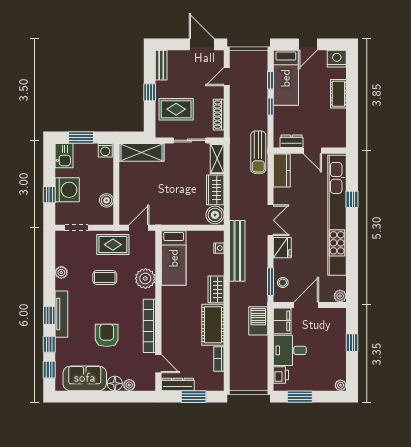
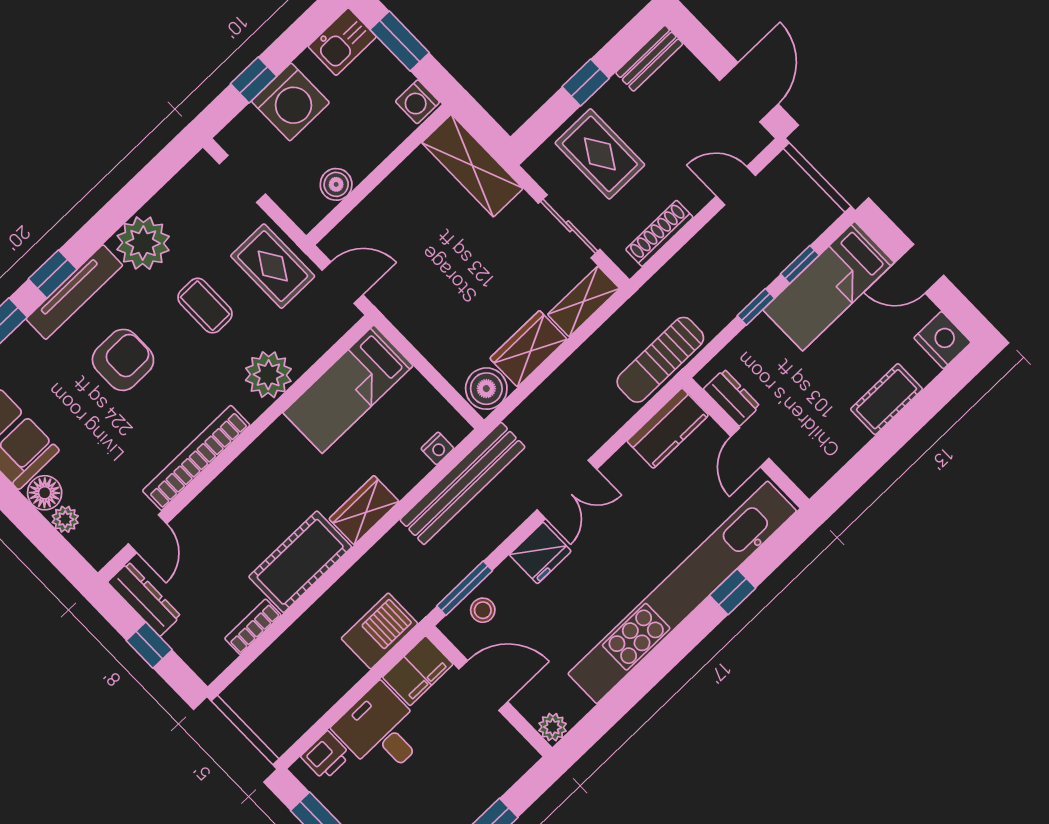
plant: (61, 272) -> (143, 243), width x1.87, depth x1.87
armchair: (107, 335) -> (123, 360), moved
window: (194, 397) -> (149, 645), width x0.67

